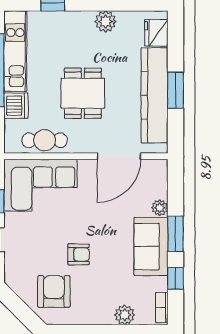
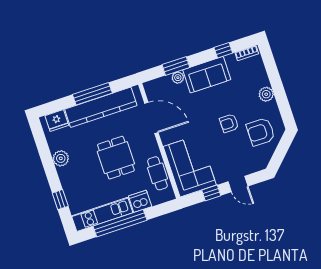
window: (175, 90) -> (92, 94), width x1.44
dining table: (83, 93) -> (116, 158), turned 90
window: (175, 234) -> (176, 66), moved
armchair: (79, 254) -> (229, 123), turned -90
plant: (125, 315) -> (266, 94), moved

